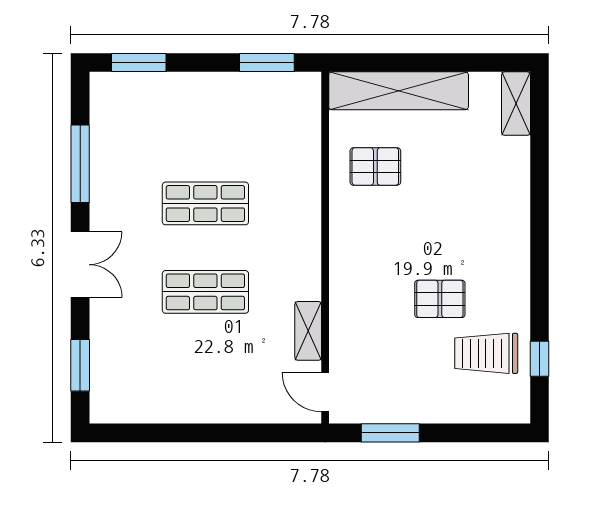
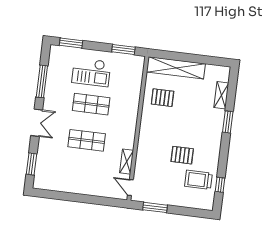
shelving: (516, 104) -> (221, 95), moved
checkout: (196, 126) -> (91, 72), added
window: (540, 205) -> (228, 122), added

